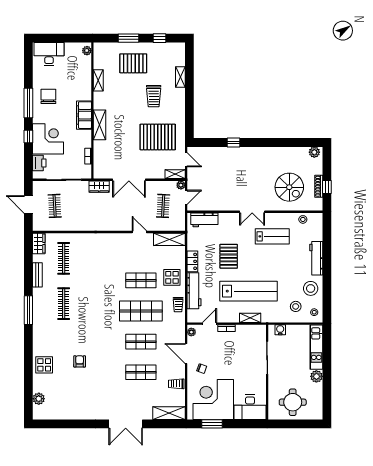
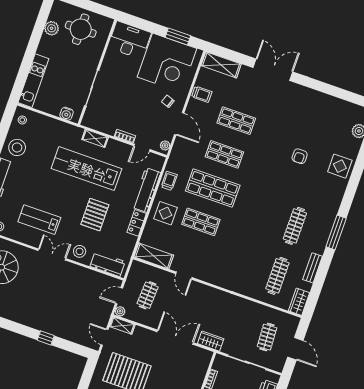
stool: (296, 306) -> (80, 251), moved
plant: (316, 376) -> (52, 28), moved

